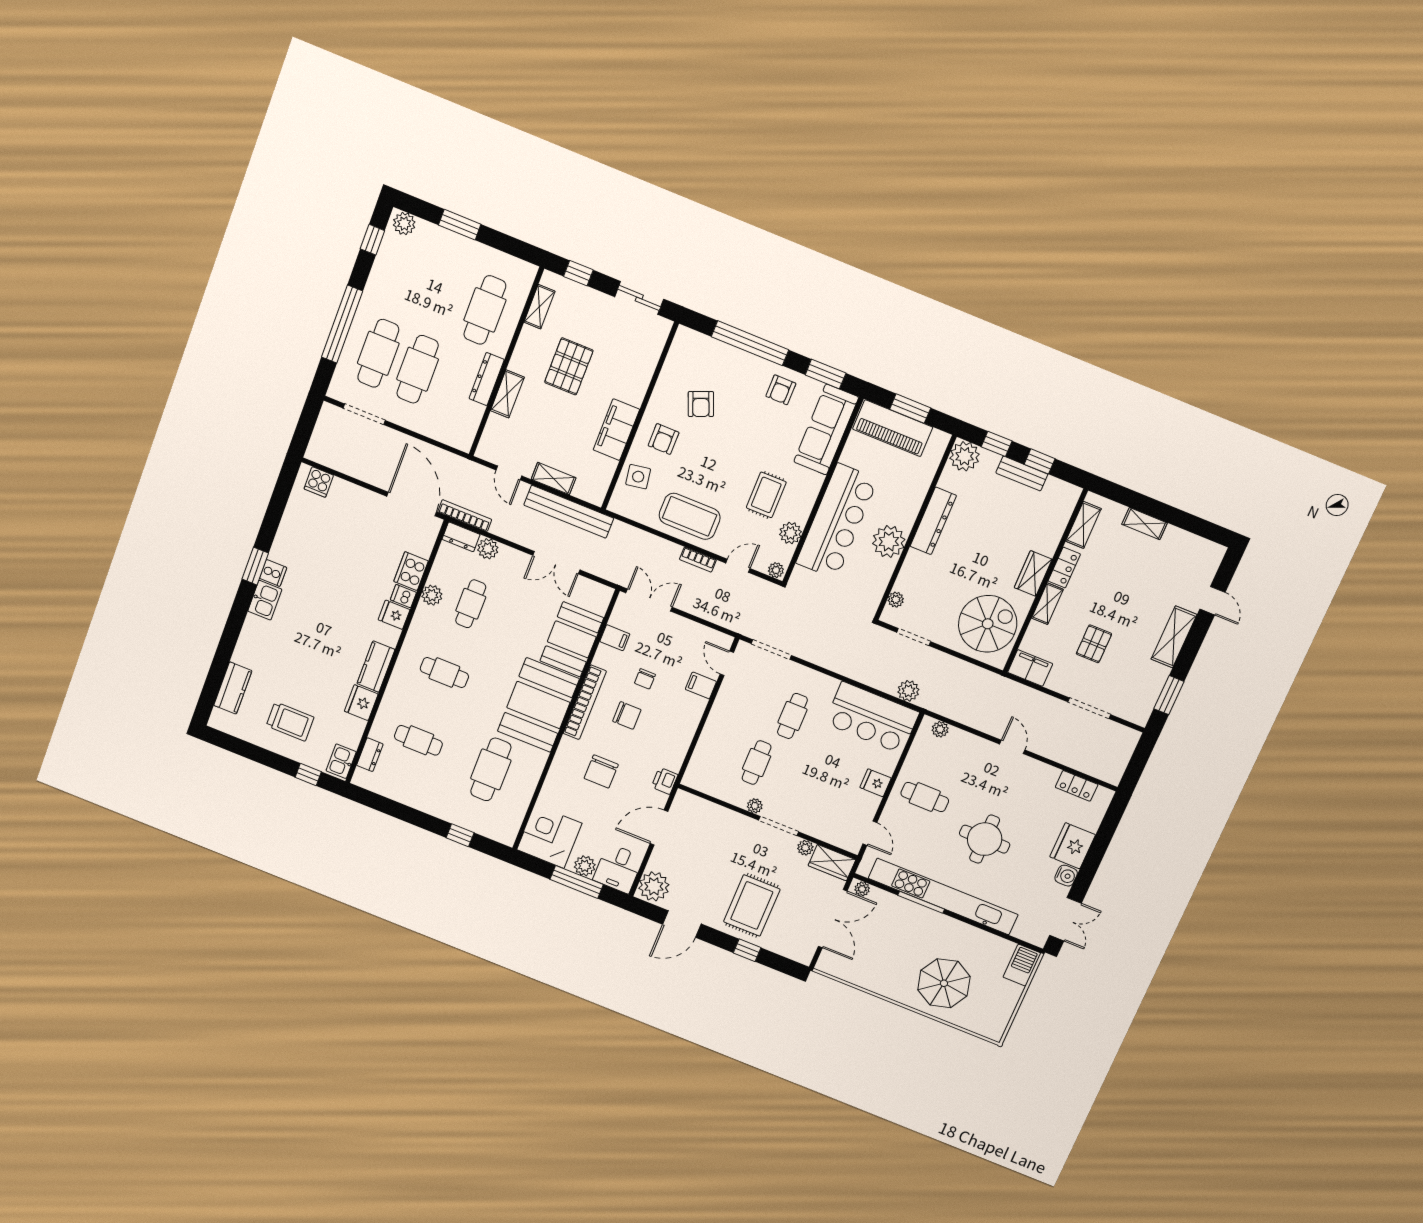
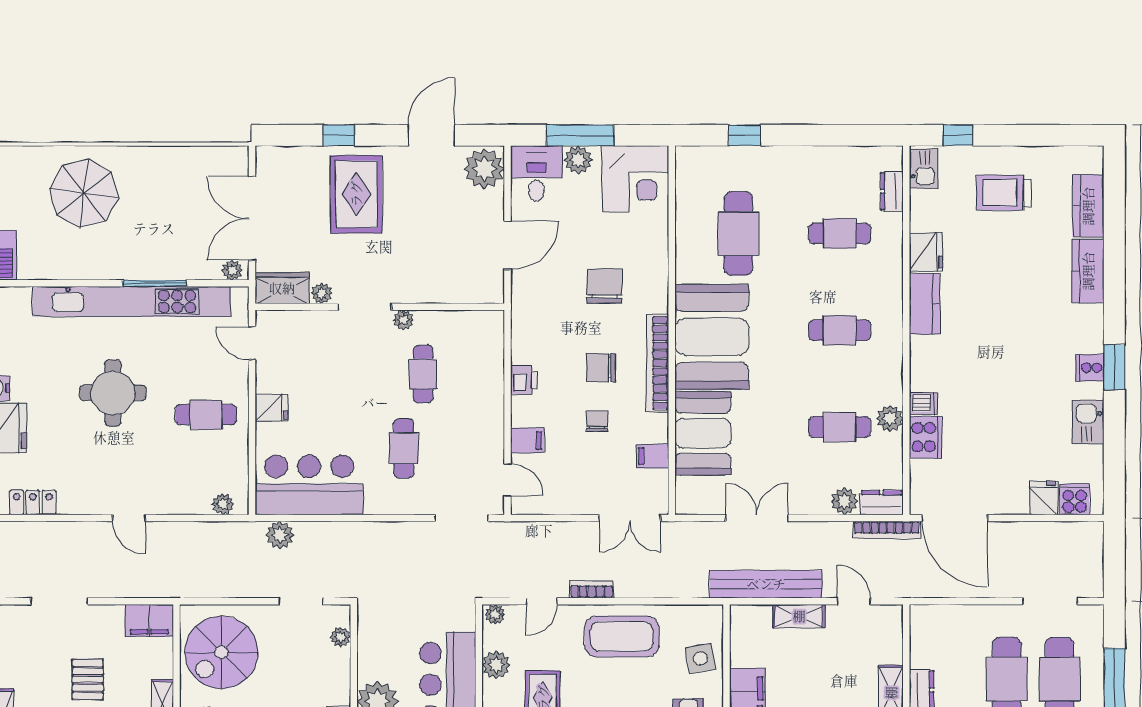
kitchen sink: (265, 600) -> (1088, 422), moved
cafe table: (471, 604) -> (840, 427), turned 90
fridge: (394, 615) -> (1044, 498), moved, turned -90
kitchen counter: (250, 642) -> (1088, 271), added
printer: (665, 781) -> (524, 380), moved

